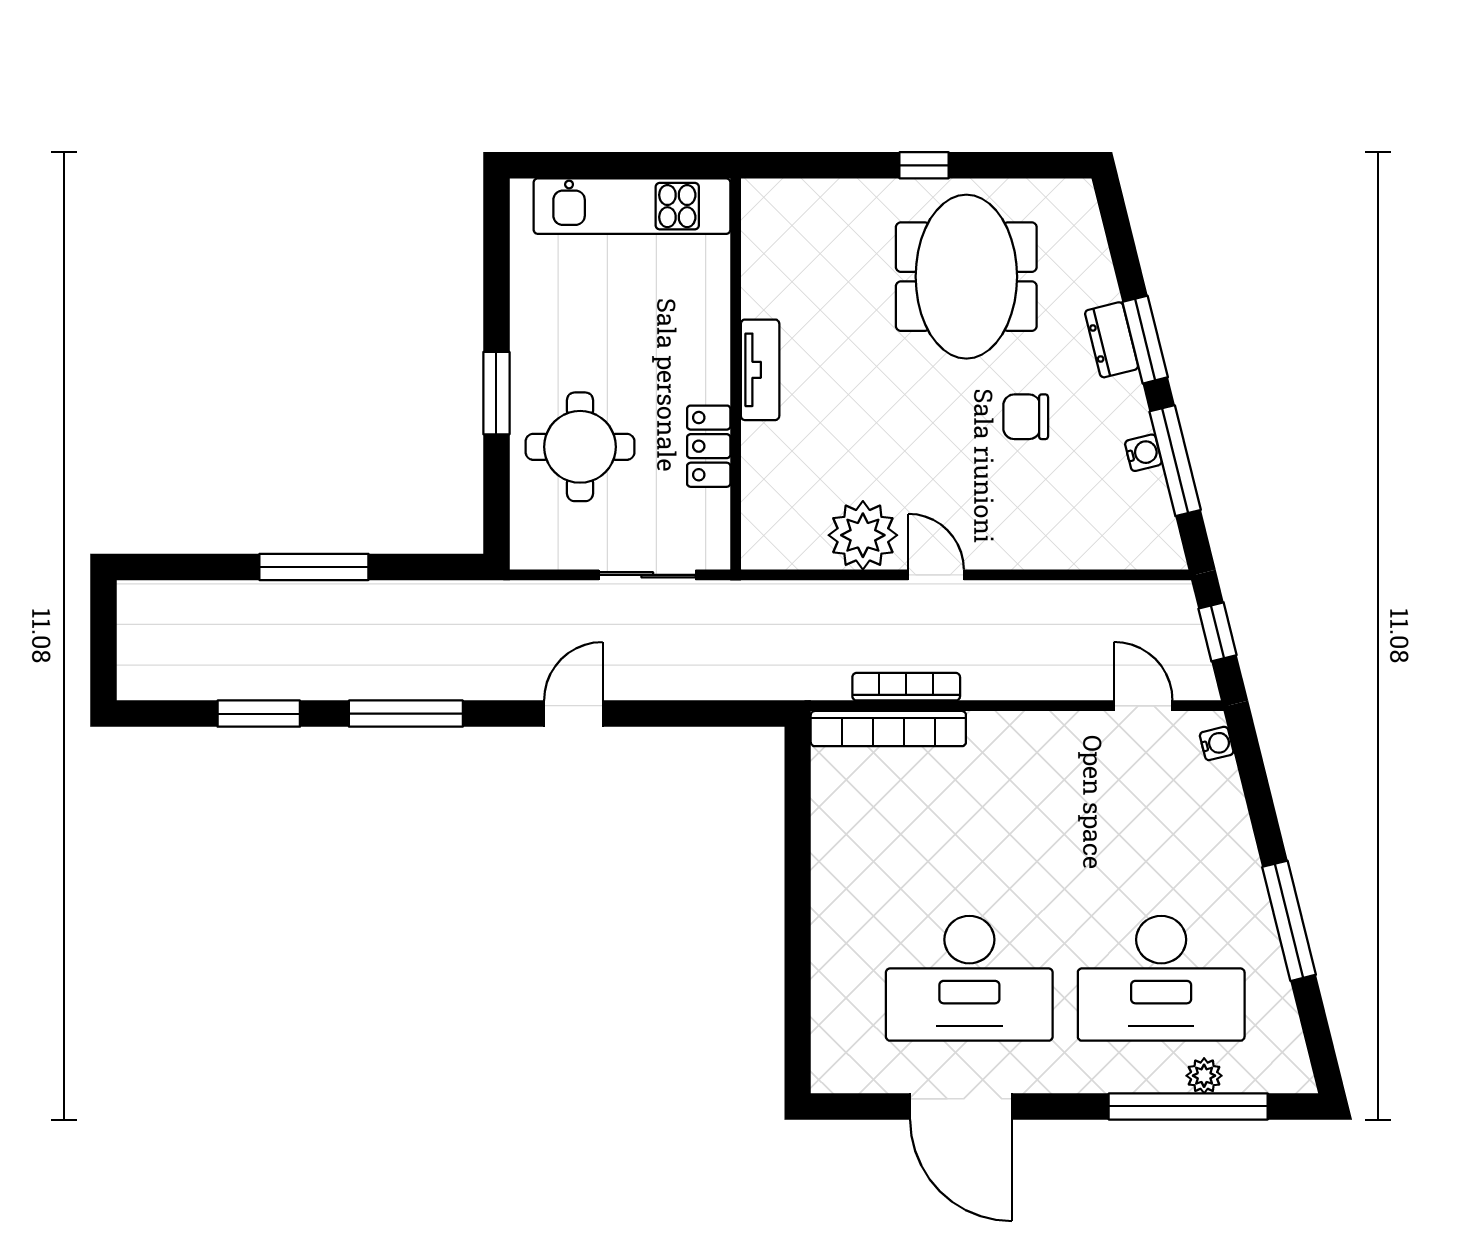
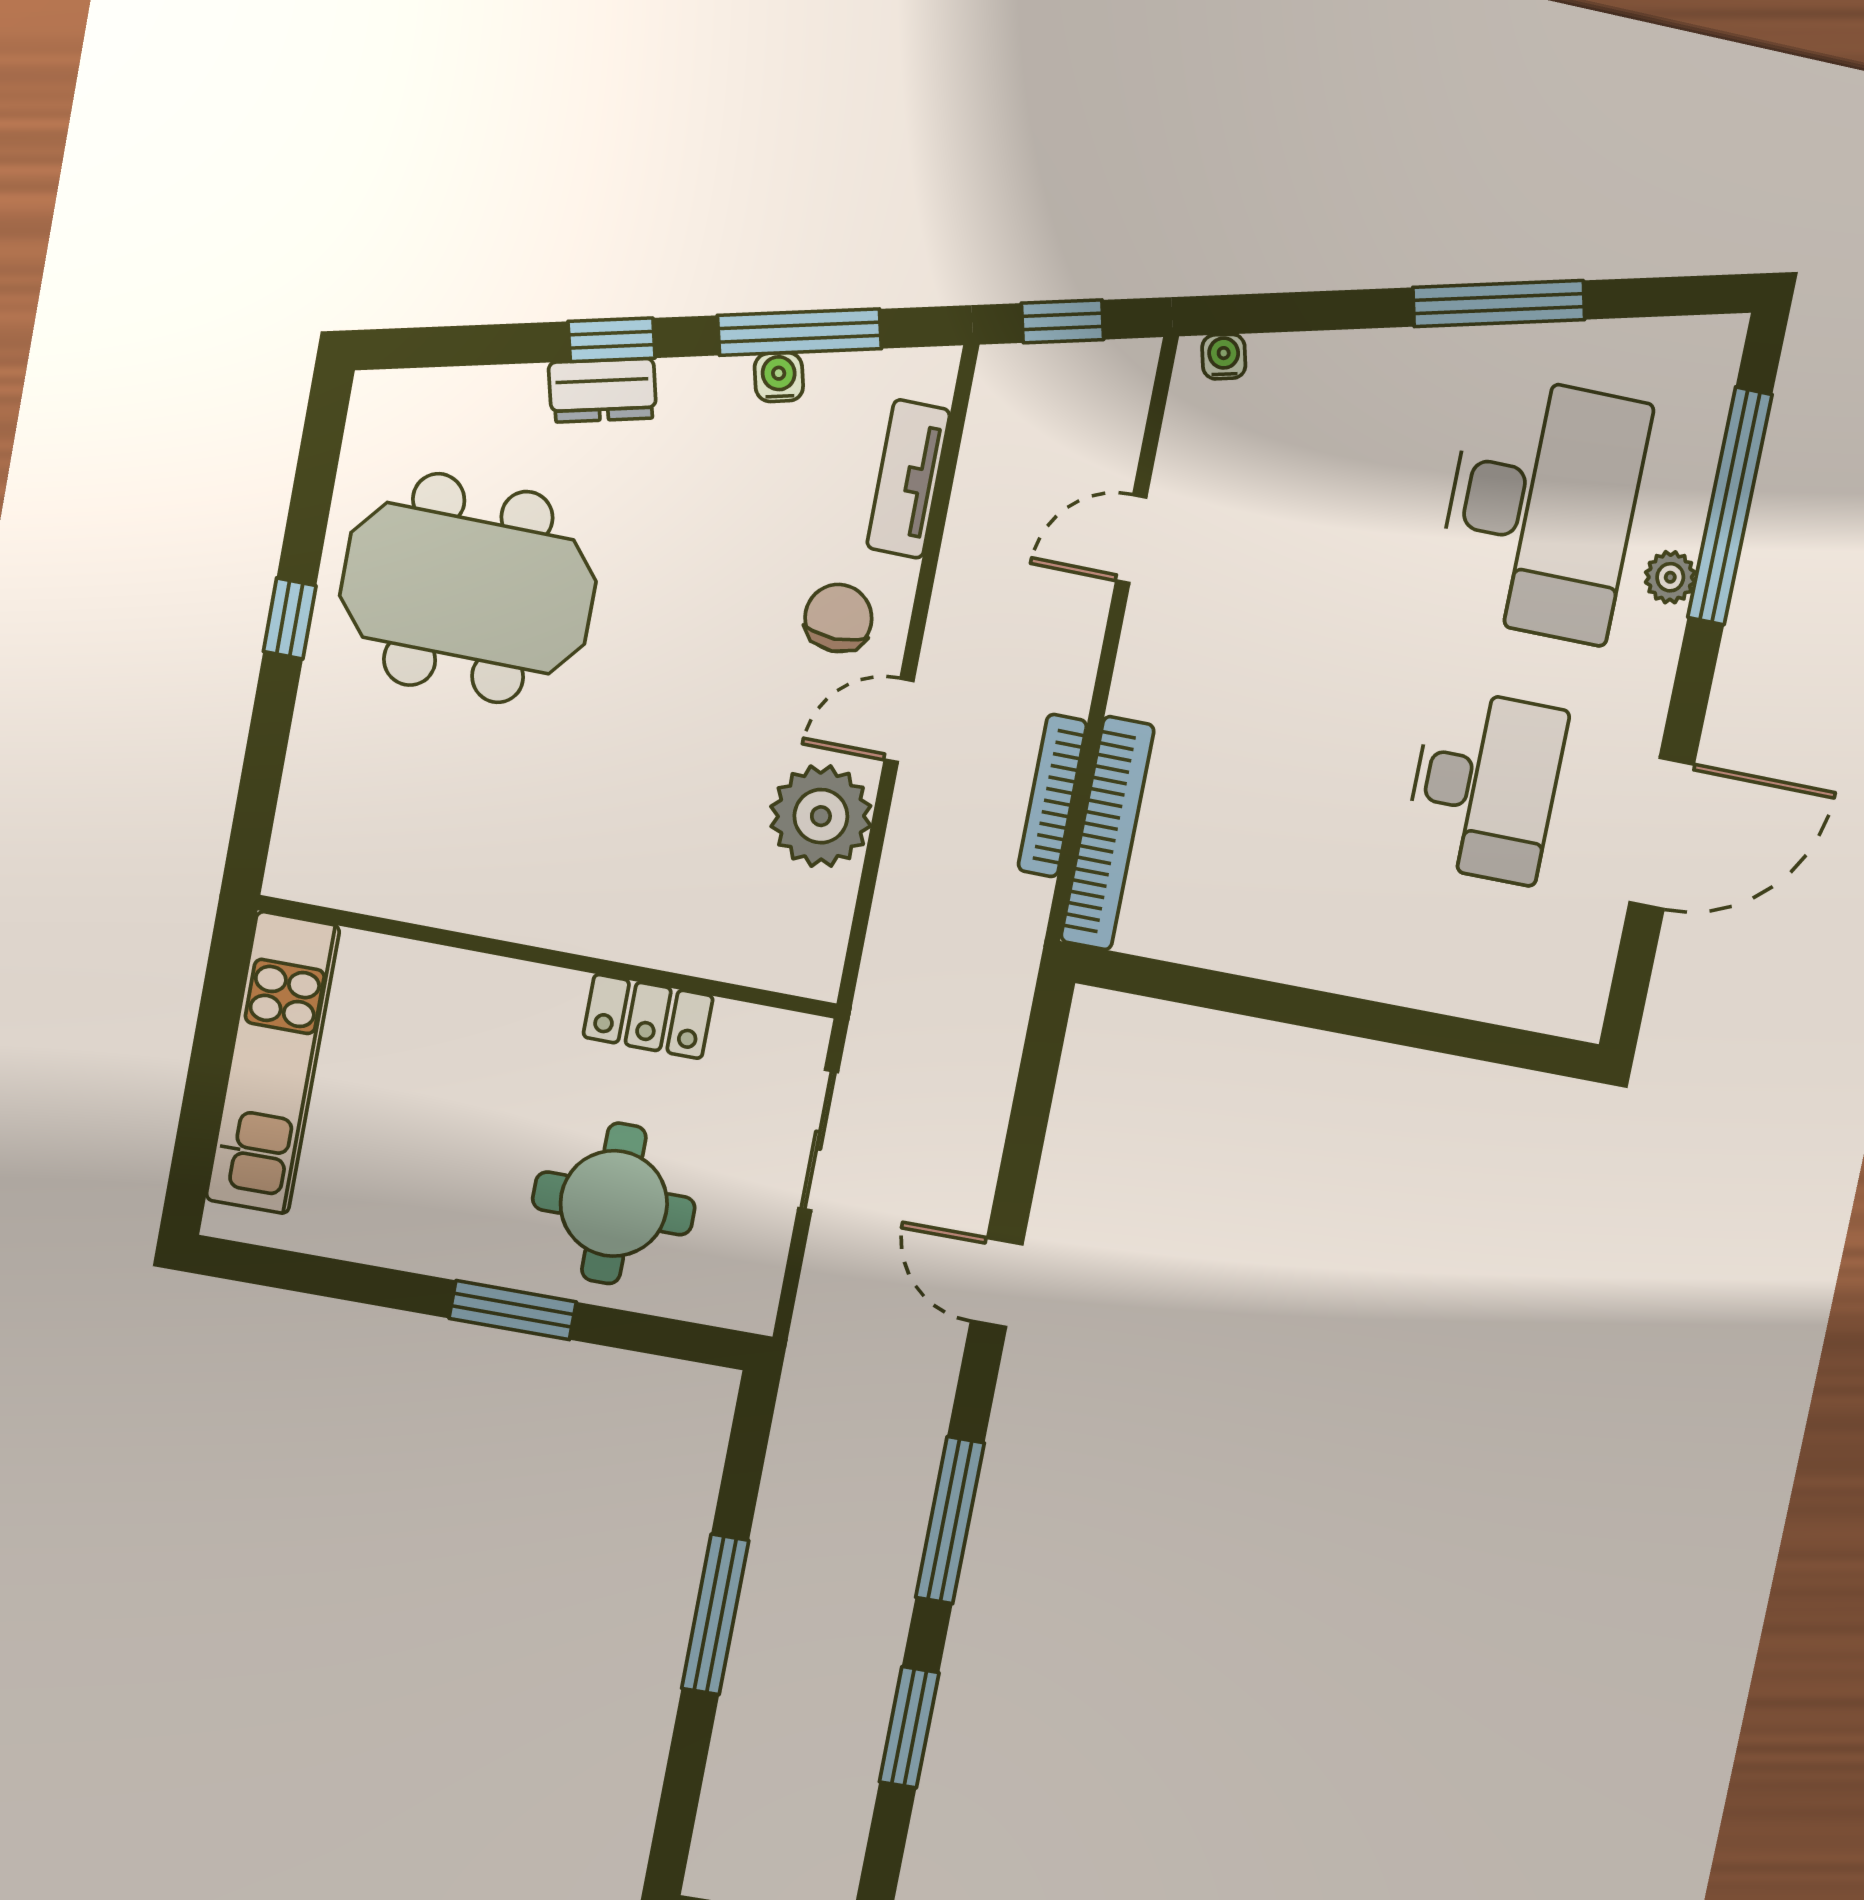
window: (1145, 340) -> (612, 340), width x0.67
tv unit: (760, 370) -> (908, 479), moved, turned -90
chair: (1026, 417) -> (838, 618), moved, turned 180
door: (1143, 706) -> (1131, 539), moved
desk: (969, 978) -> (1485, 786), width x0.73, depth x0.77
plant: (1204, 1076) -> (1670, 577), moved

